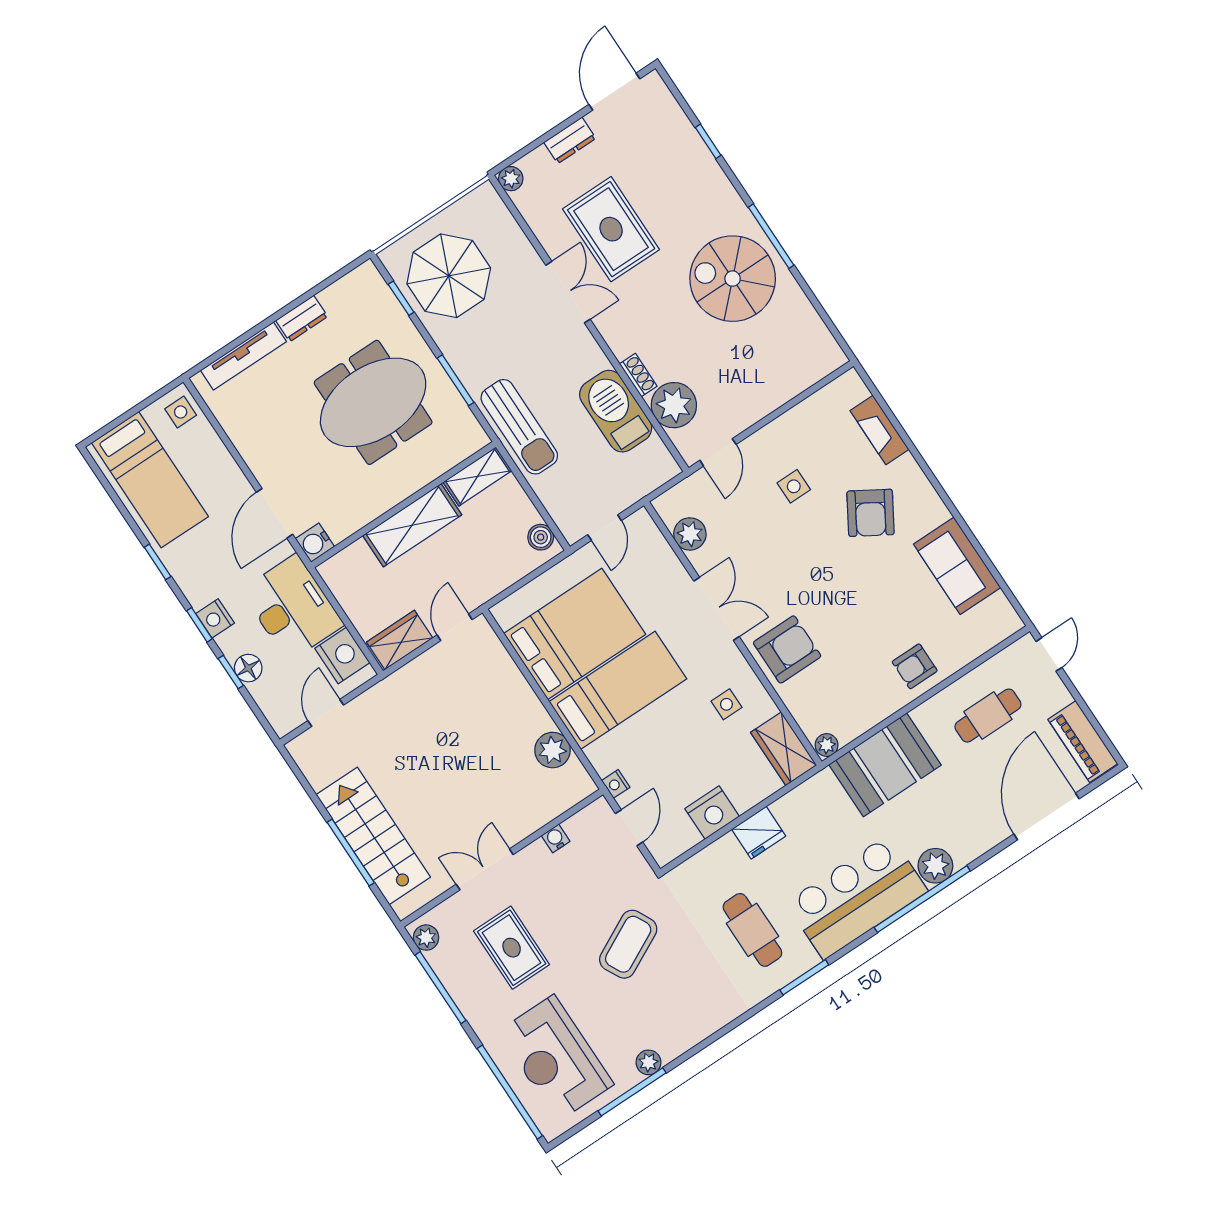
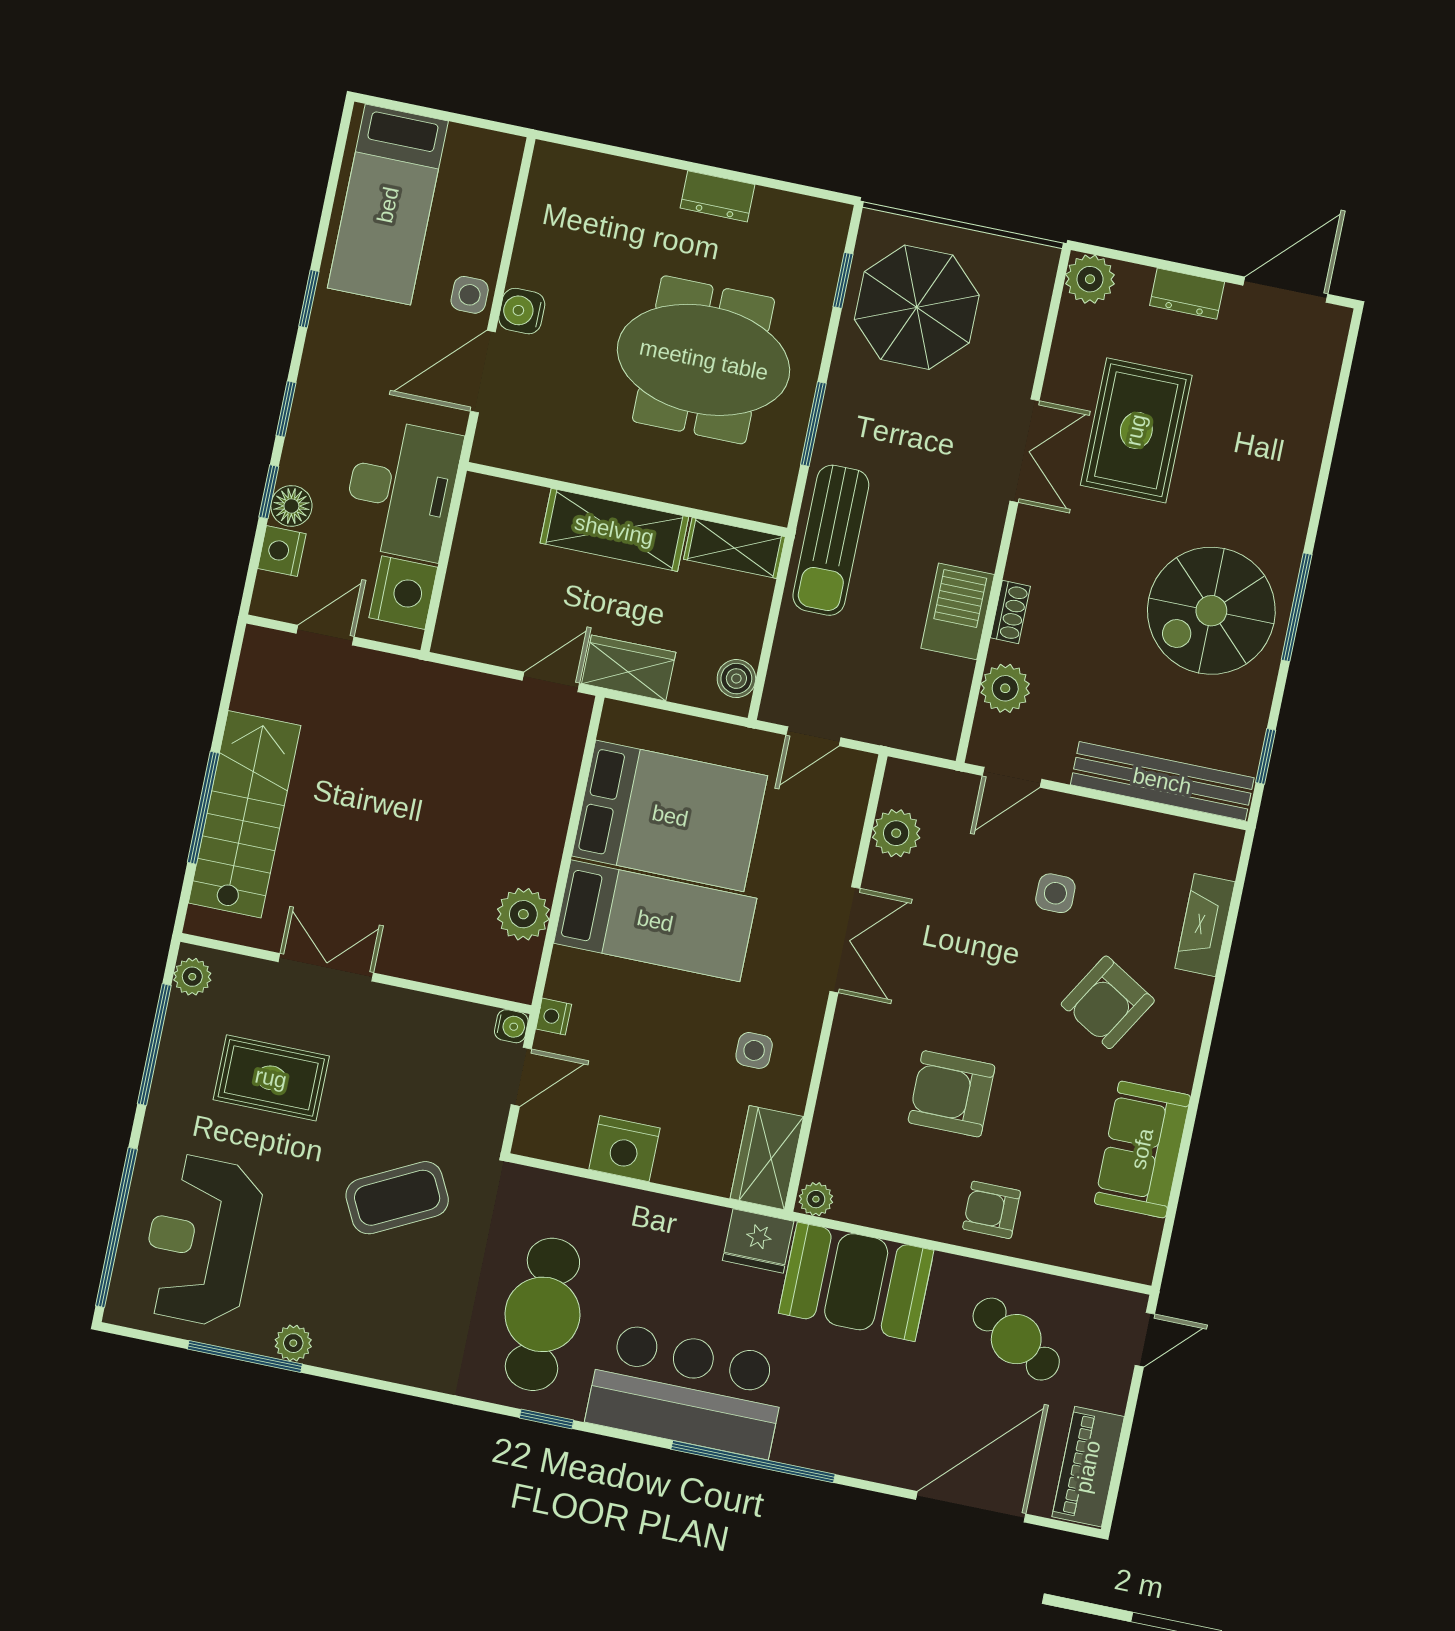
window: (708, 141) -> (1266, 756), moved
plant: (511, 179) -> (1090, 279), width x1.38, depth x1.38
spiral stairs: (733, 279) -> (1211, 611), turned -90
tv unit: (243, 356) -> (617, 174), removed
bench: (791, 382) -> (1162, 781), added
plant: (674, 405) -> (1005, 688), width x0.73, depth x0.73
barbecue: (616, 411) -> (958, 611), width x0.73, depth x0.83
side table: (181, 412) -> (470, 295), moved
water cooler: (315, 543) -> (522, 311), moved
nightstand: (215, 618) -> (282, 551), moved
wardrobe: (400, 640) -> (629, 668), moved
armchair: (787, 649) -> (952, 1094), moved, turned 180
cafe table: (988, 716) -> (1016, 1339), turned 31
fridge: (759, 833) -> (758, 1241), moved
water cooler: (556, 838) -> (511, 1026), moved, turned 90
plant: (935, 866) -> (802, 1441), removed
cafe table: (752, 930) -> (542, 1314), width x1.37, depth x1.35
rug: (512, 948) -> (271, 1078), turned 90
window: (804, 977) -> (547, 1419), width x0.67

